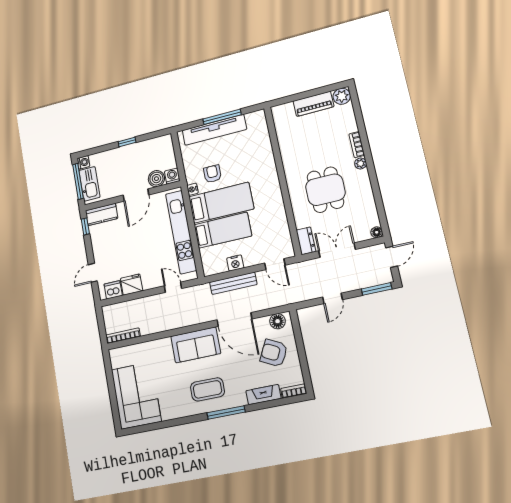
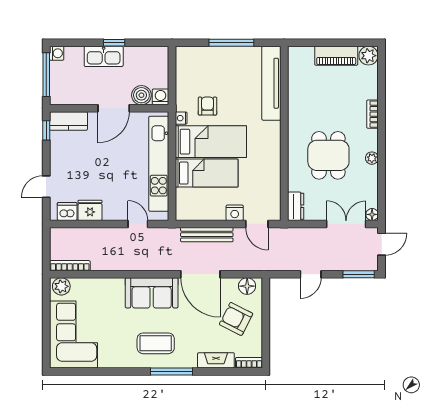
tv unit: (214, 130) -> (271, 83), moved, turned 90
plant: (361, 163) -> (372, 158), moved
kitchen sink: (89, 184) -> (104, 56), moved, turned 90
double door: (337, 250) -> (346, 224), moved
nightstand: (235, 263) -> (235, 213), moved
plant: (119, 355) -> (61, 286), added

